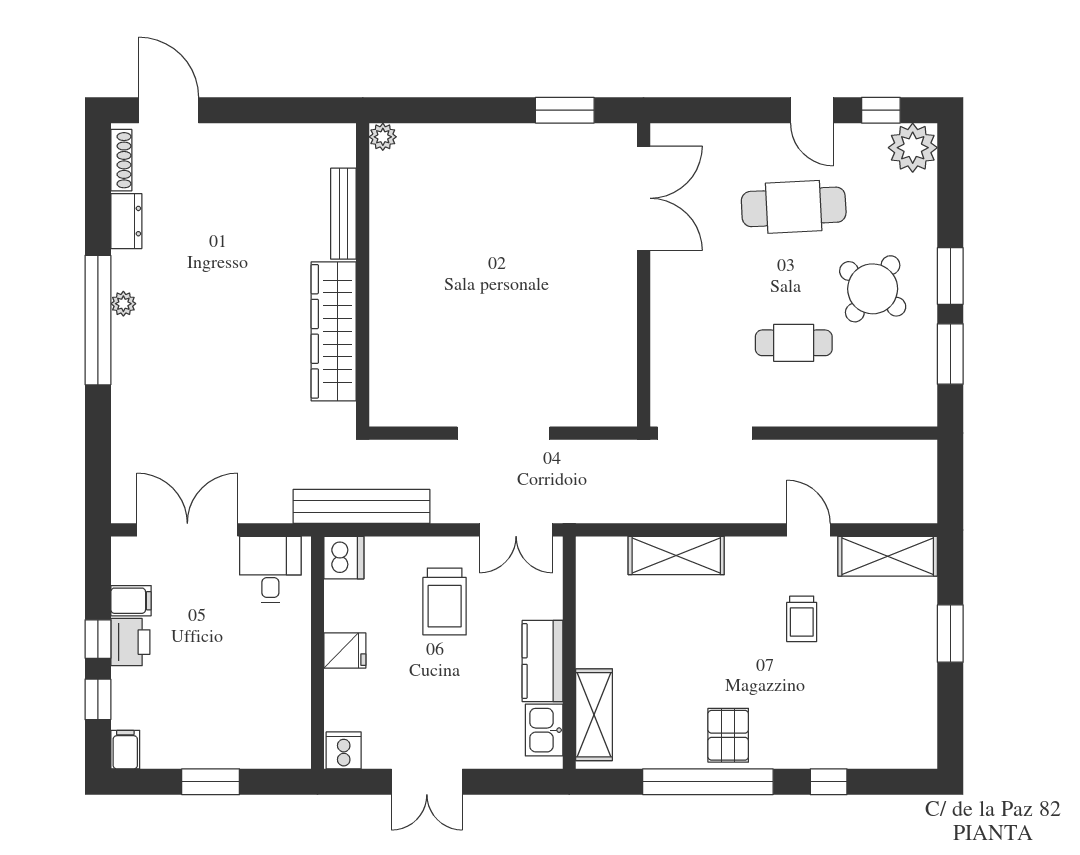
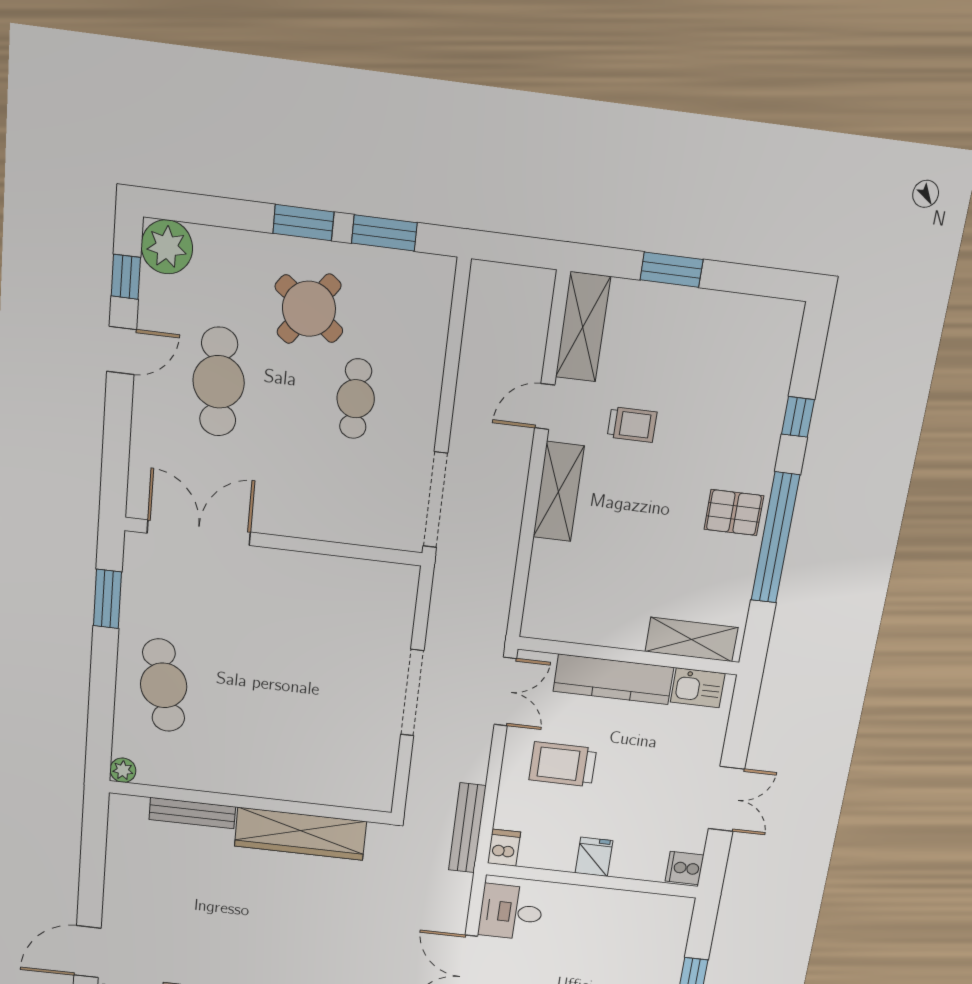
cafe table: (481, 174) -> (164, 685), added
bench: (361, 506) -> (467, 828), width x0.73, depth x0.82
shelving: (676, 556) -> (558, 492), moved
dishwasher: (344, 558) -> (504, 848), width x0.73
trolley: (445, 602) -> (563, 764), turned 180
kitchen counter: (543, 661) -> (613, 679), width x1.50

